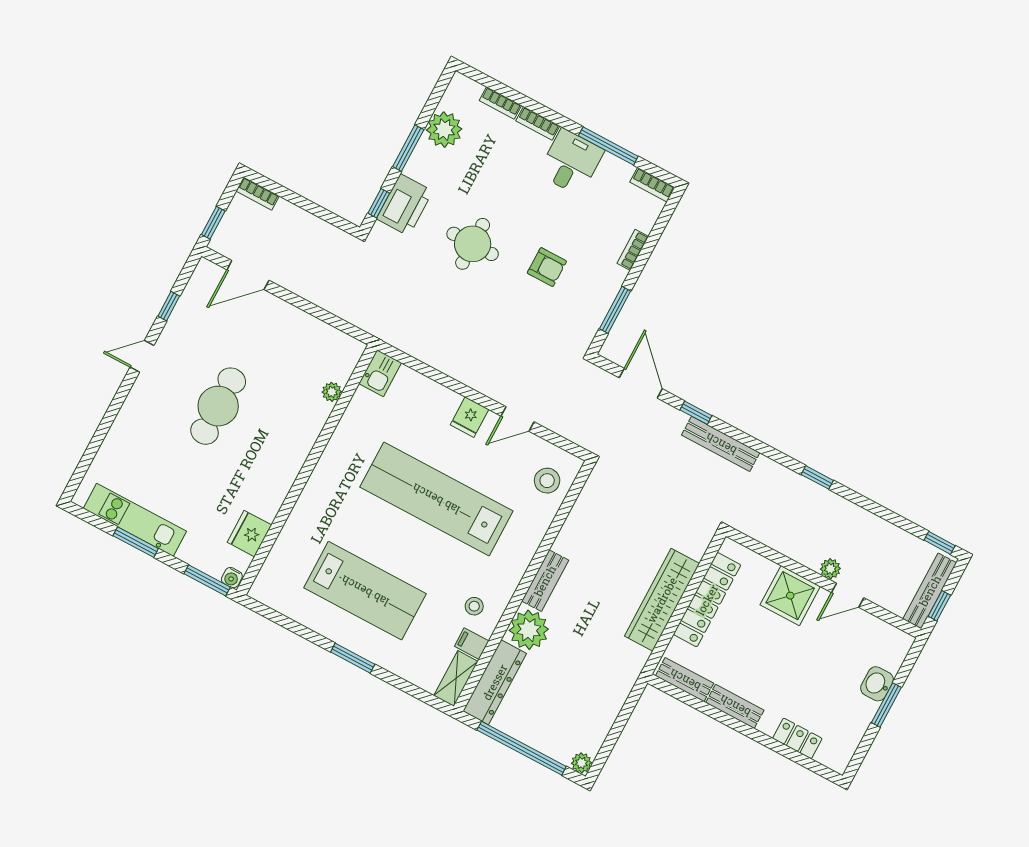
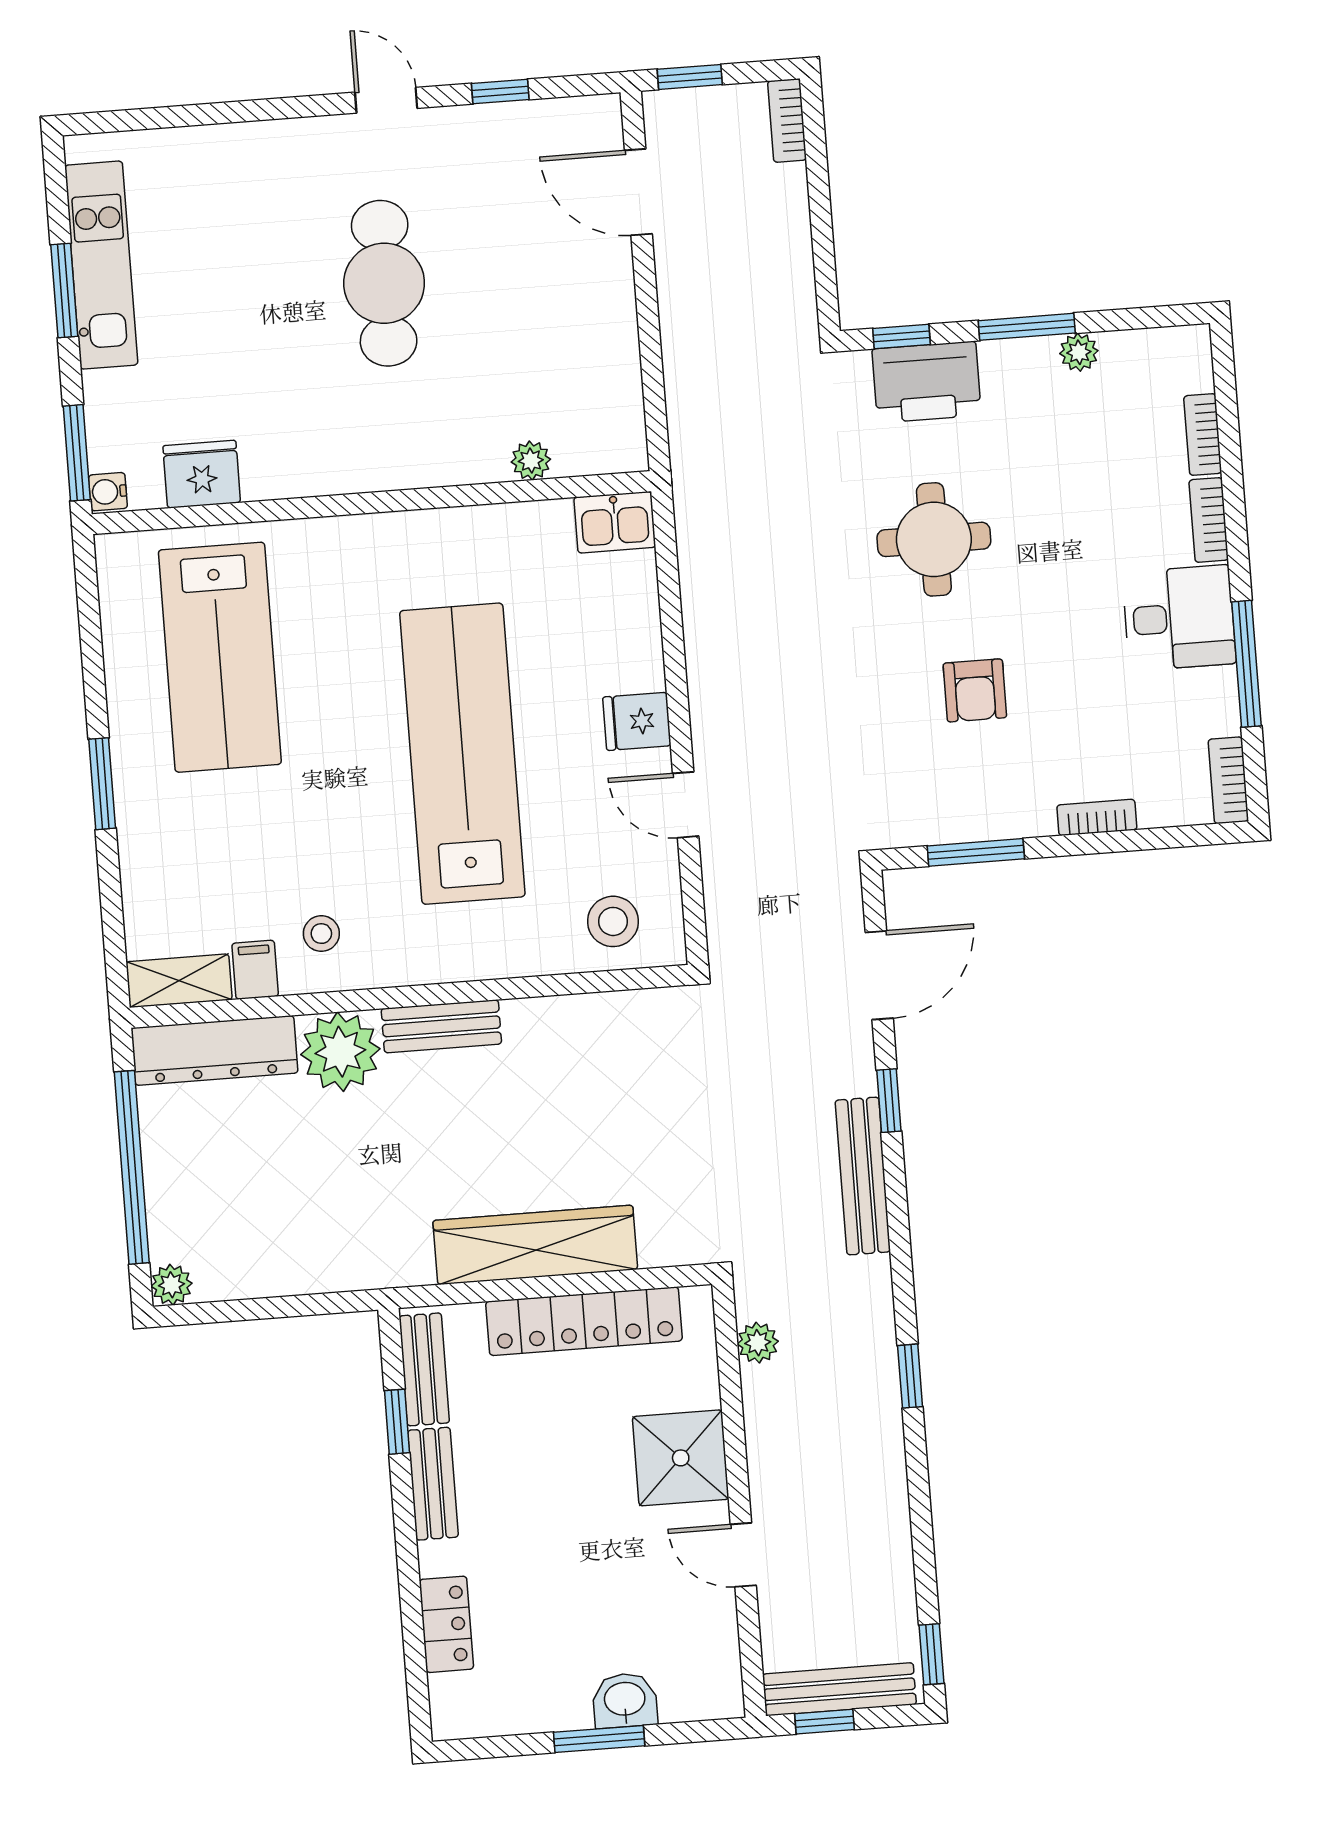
plant: (444, 130) -> (1079, 352), width x0.53, depth x0.53
cafe table: (218, 406) -> (384, 283), turned 90
plant: (830, 569) -> (758, 1343), moved
lab bench: (365, 591) -> (220, 657), moved
window: (699, 705) -> (397, 1422), added

